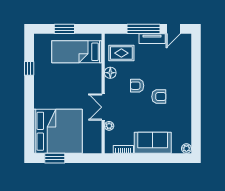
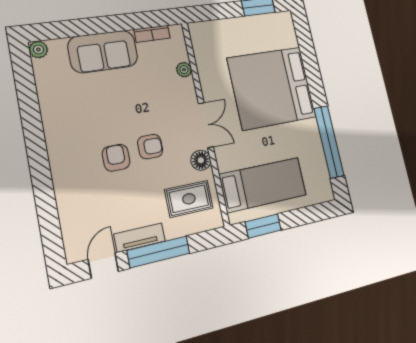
window: (64, 29) -> (263, 226), moved
window: (29, 68) -> (329, 142), width x3.17
armchair: (159, 97) -> (116, 158), moved, turned 90
double door: (103, 107) -> (206, 125), moved
bed: (58, 131) -> (272, 88), moved

